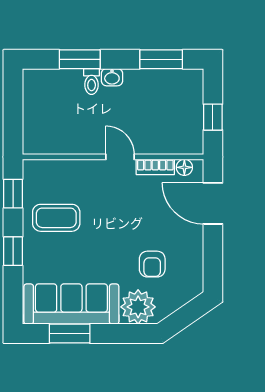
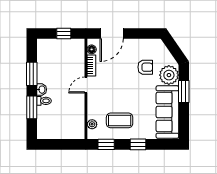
window: (161, 59) -> (32, 74), moved
plant: (49, 168) -> (92, 124), added
coffee table: (56, 218) -> (120, 120), turned 90
window: (70, 334) -> (184, 91), moved

